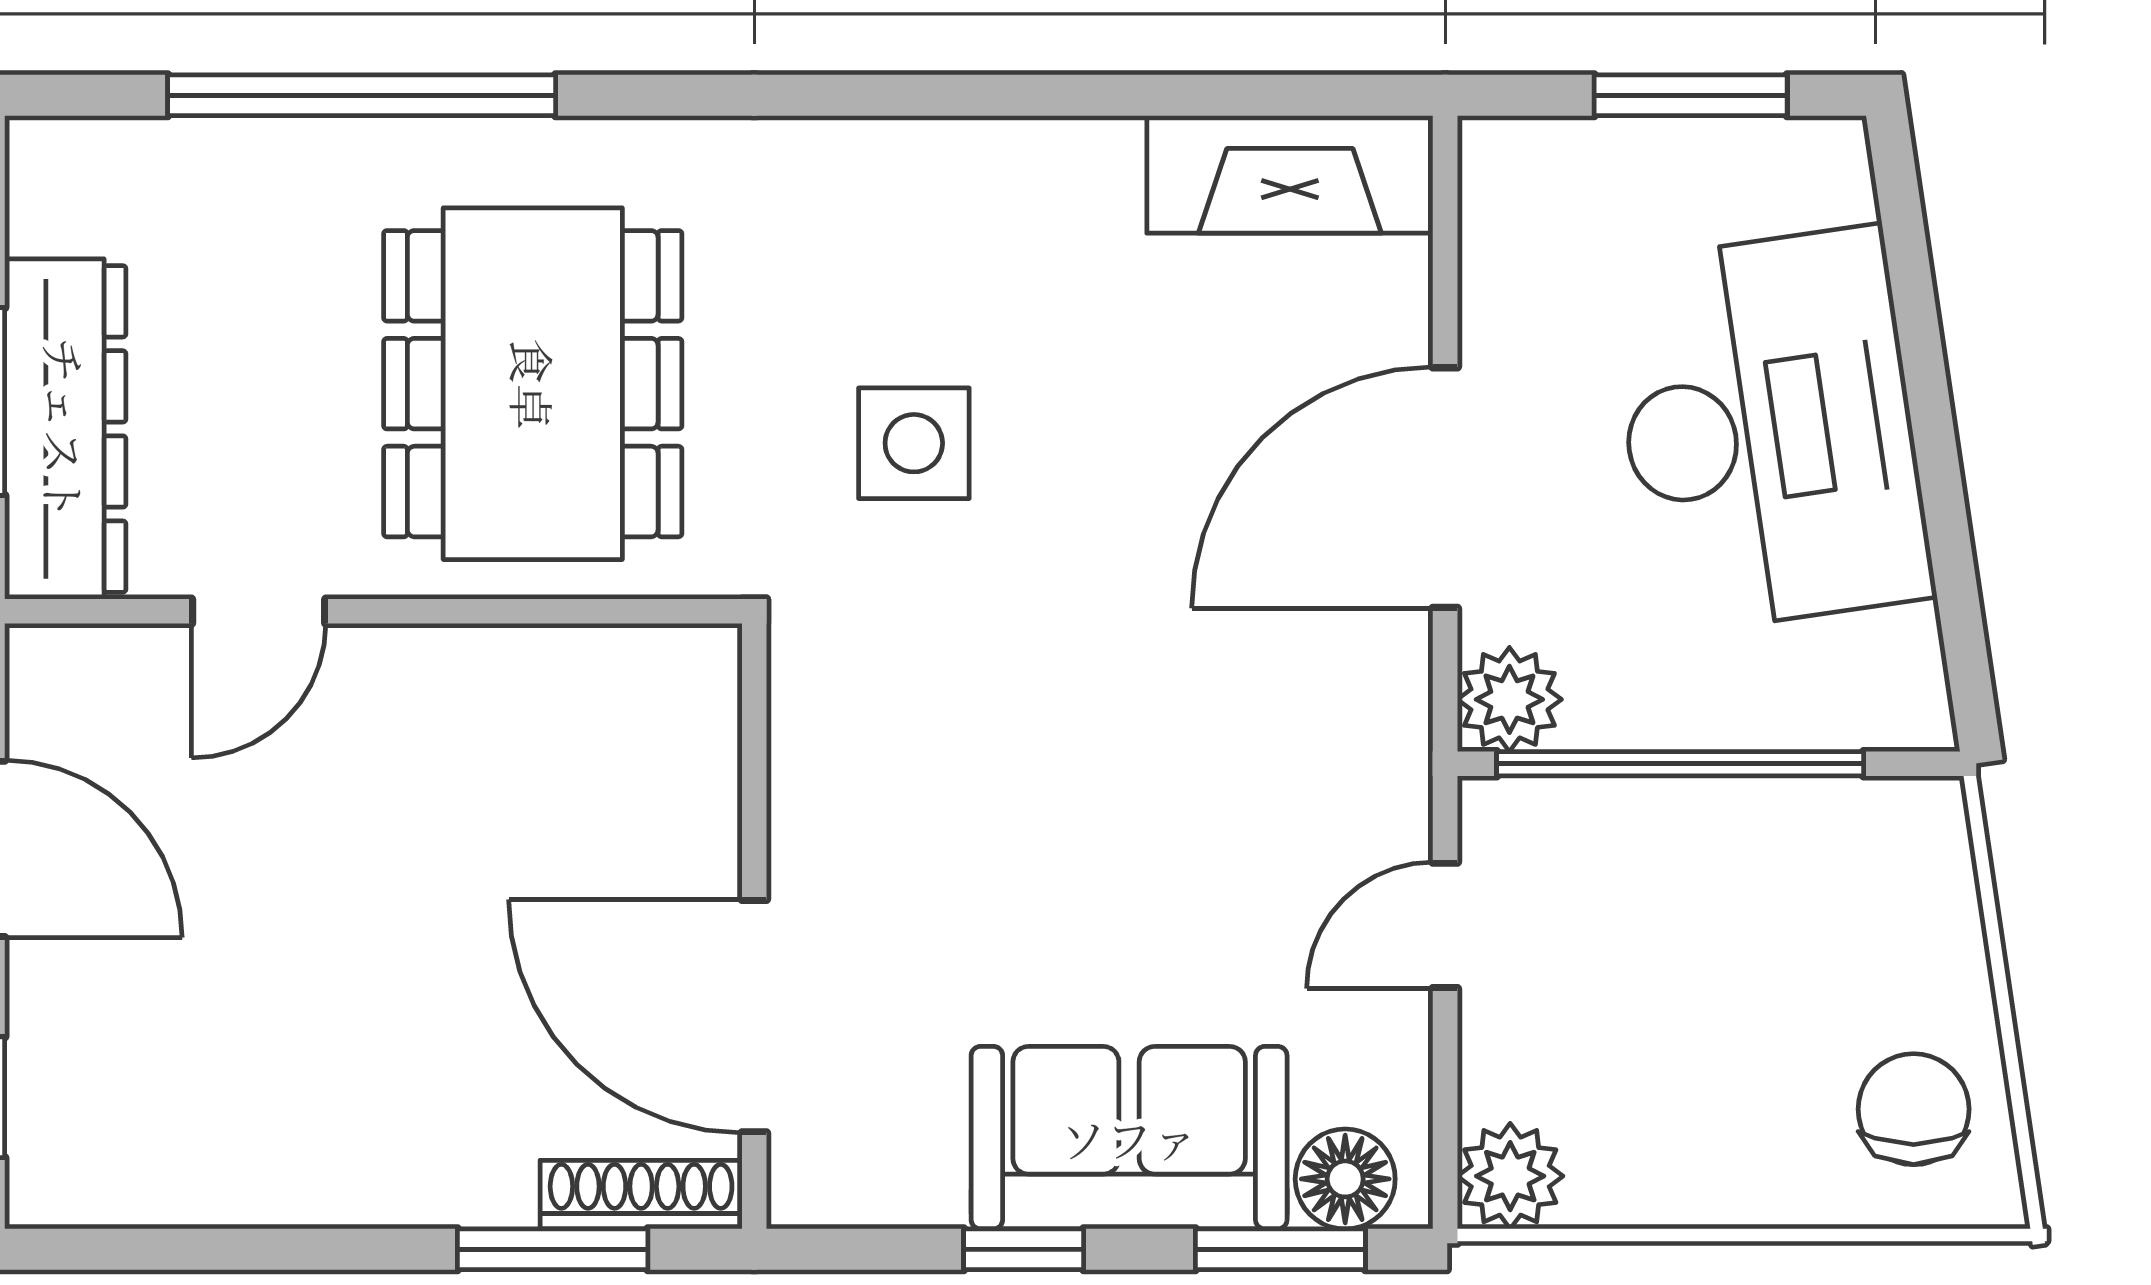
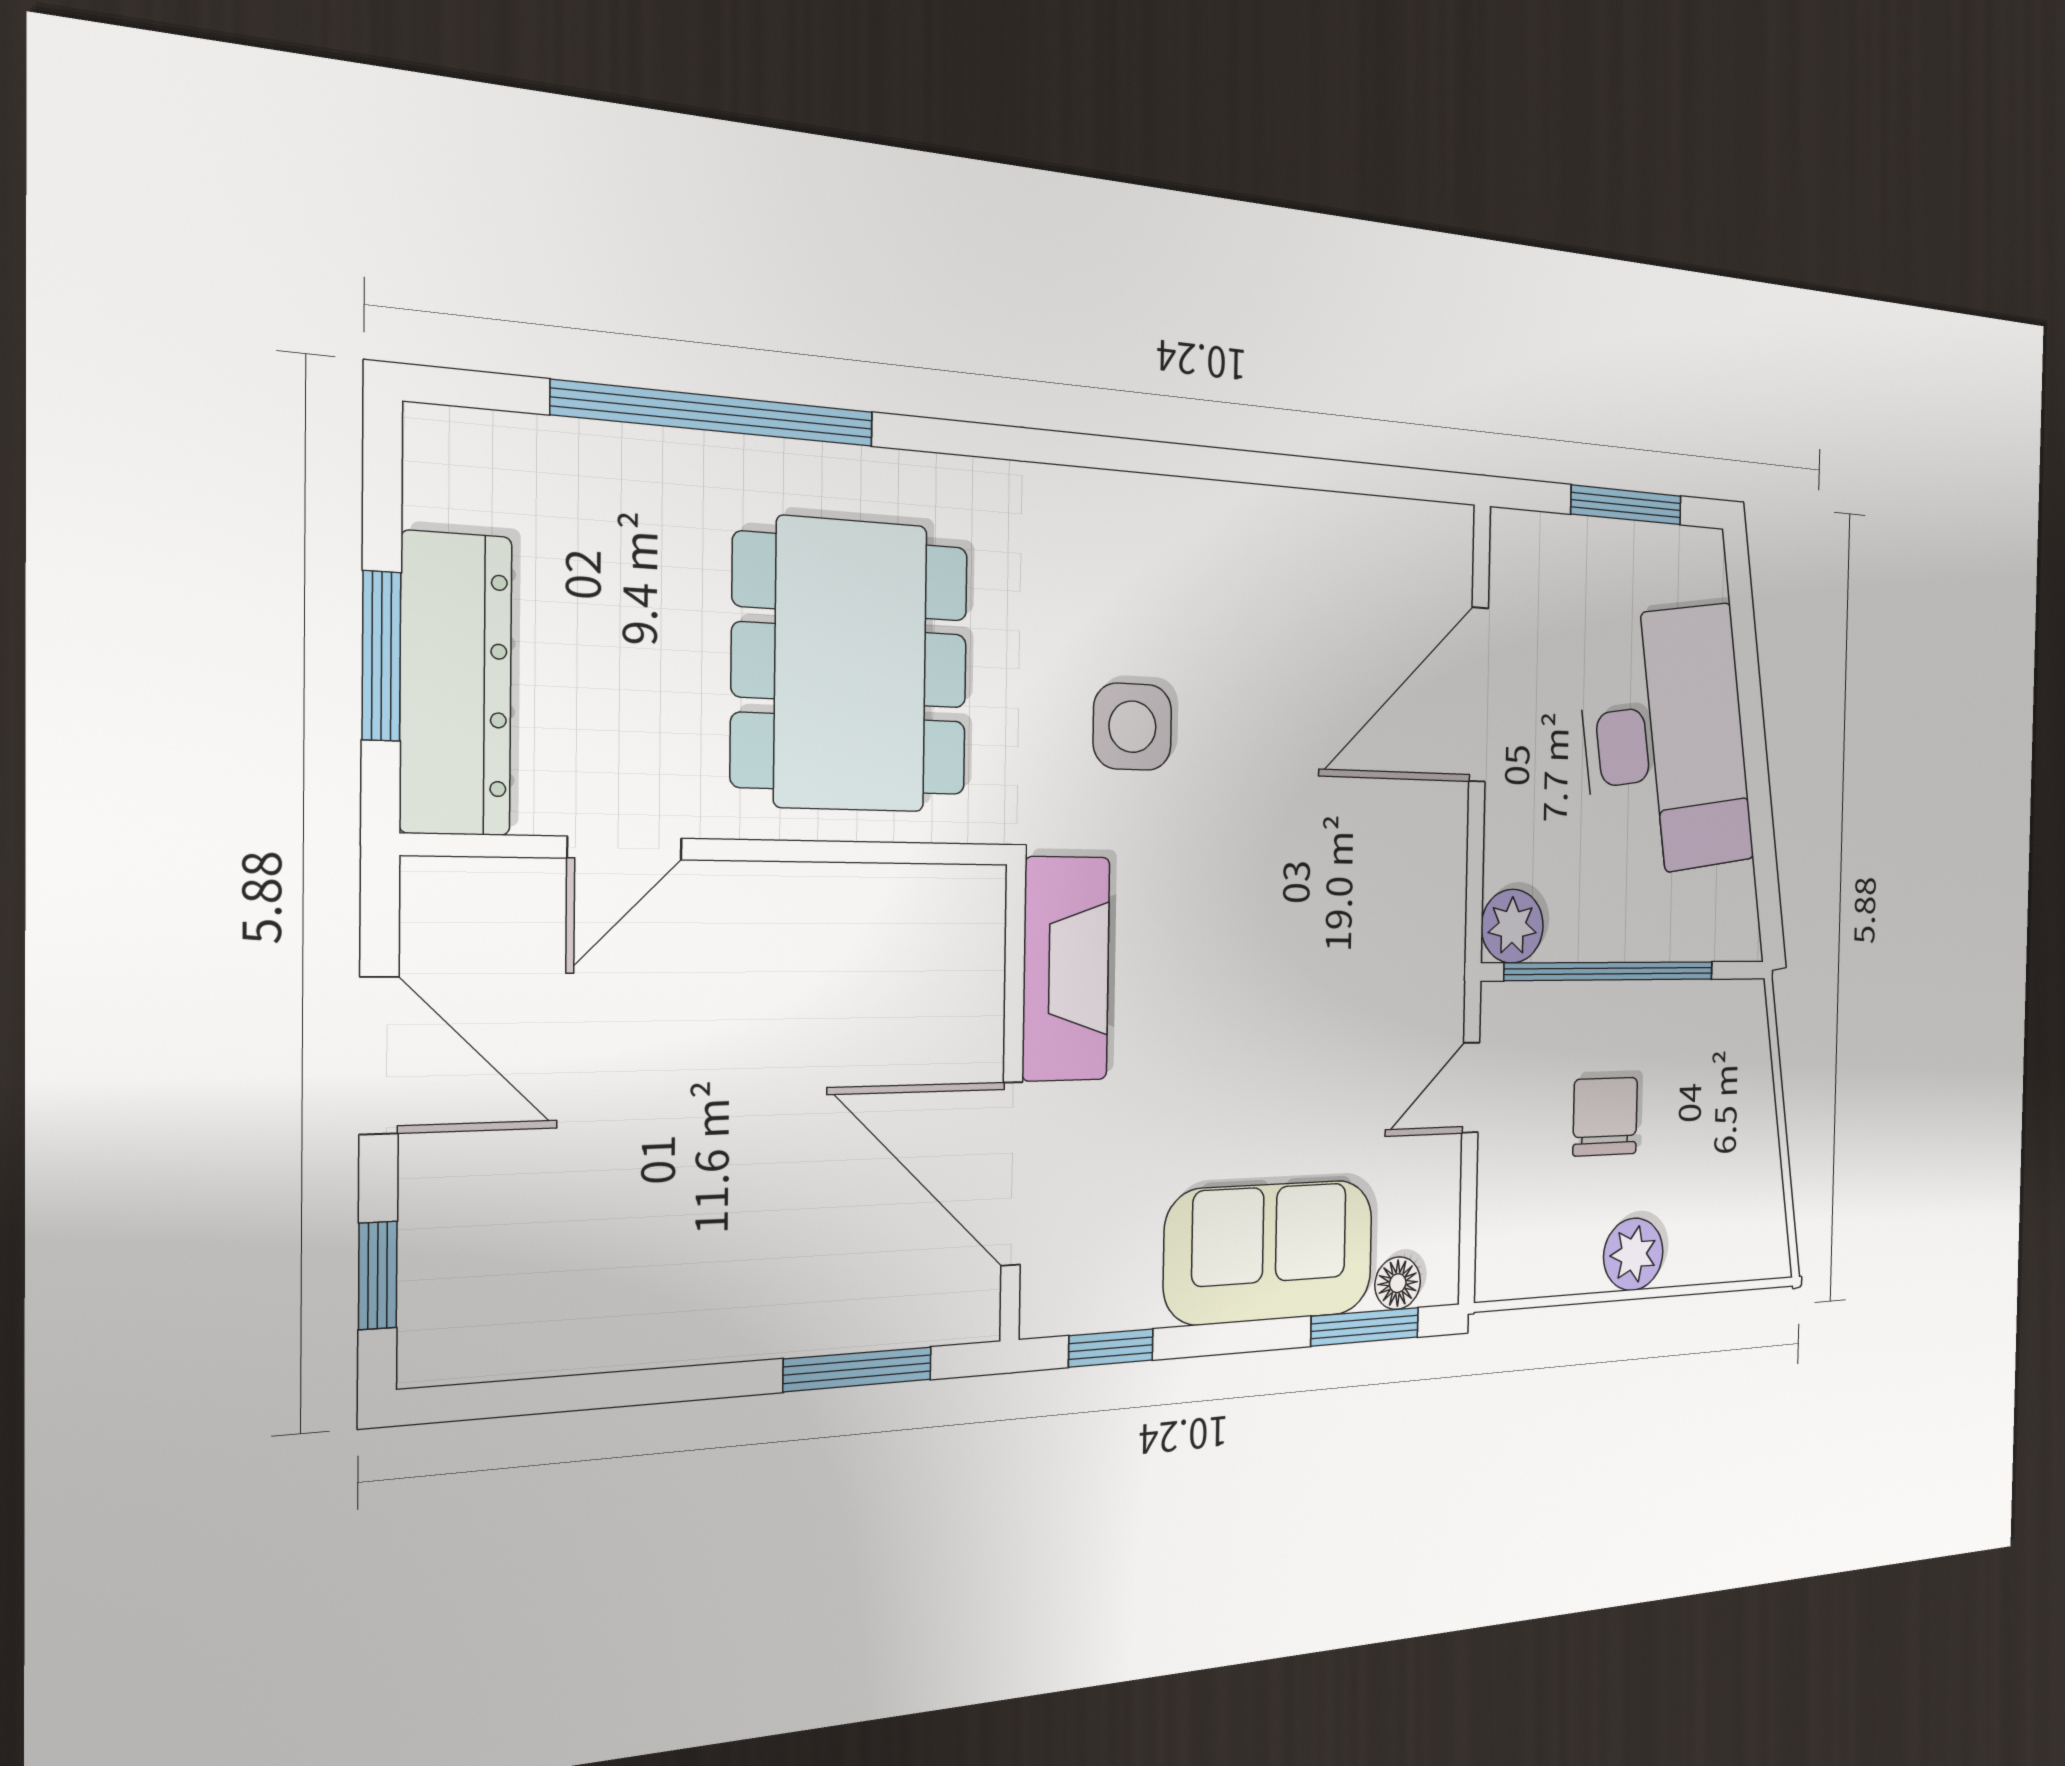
fireplace: (1290, 174) -> (1066, 969), moved, turned -90
door: (1445, 488) -> (1479, 695), moved
chair: (1914, 1109) -> (1605, 1117), moved
plant: (1510, 1176) -> (1633, 1254), moved
floor lamp: (1345, 1179) -> (1398, 1283), width x0.73, depth x0.73
shoe rack: (641, 1195) -> (926, 1320), removed
window: (1024, 1249) -> (1111, 1348), moved

